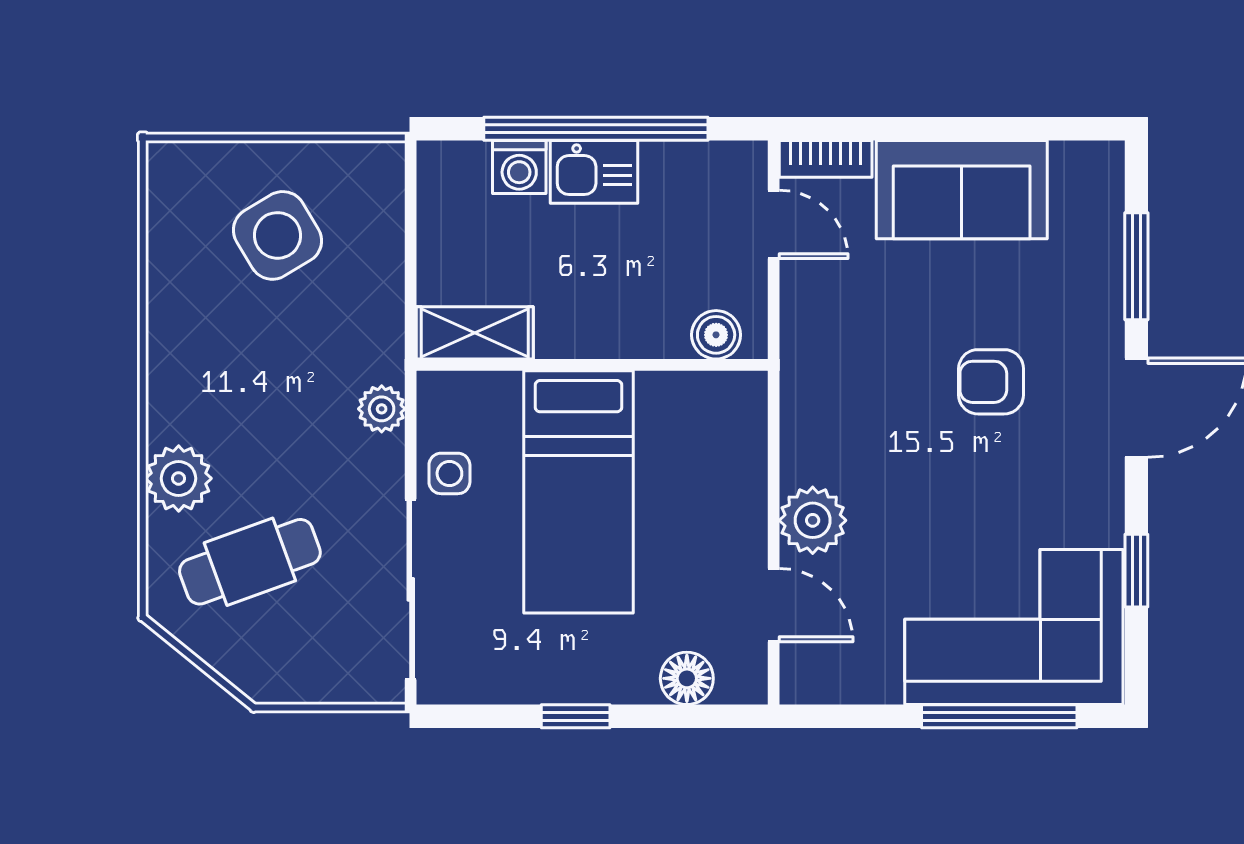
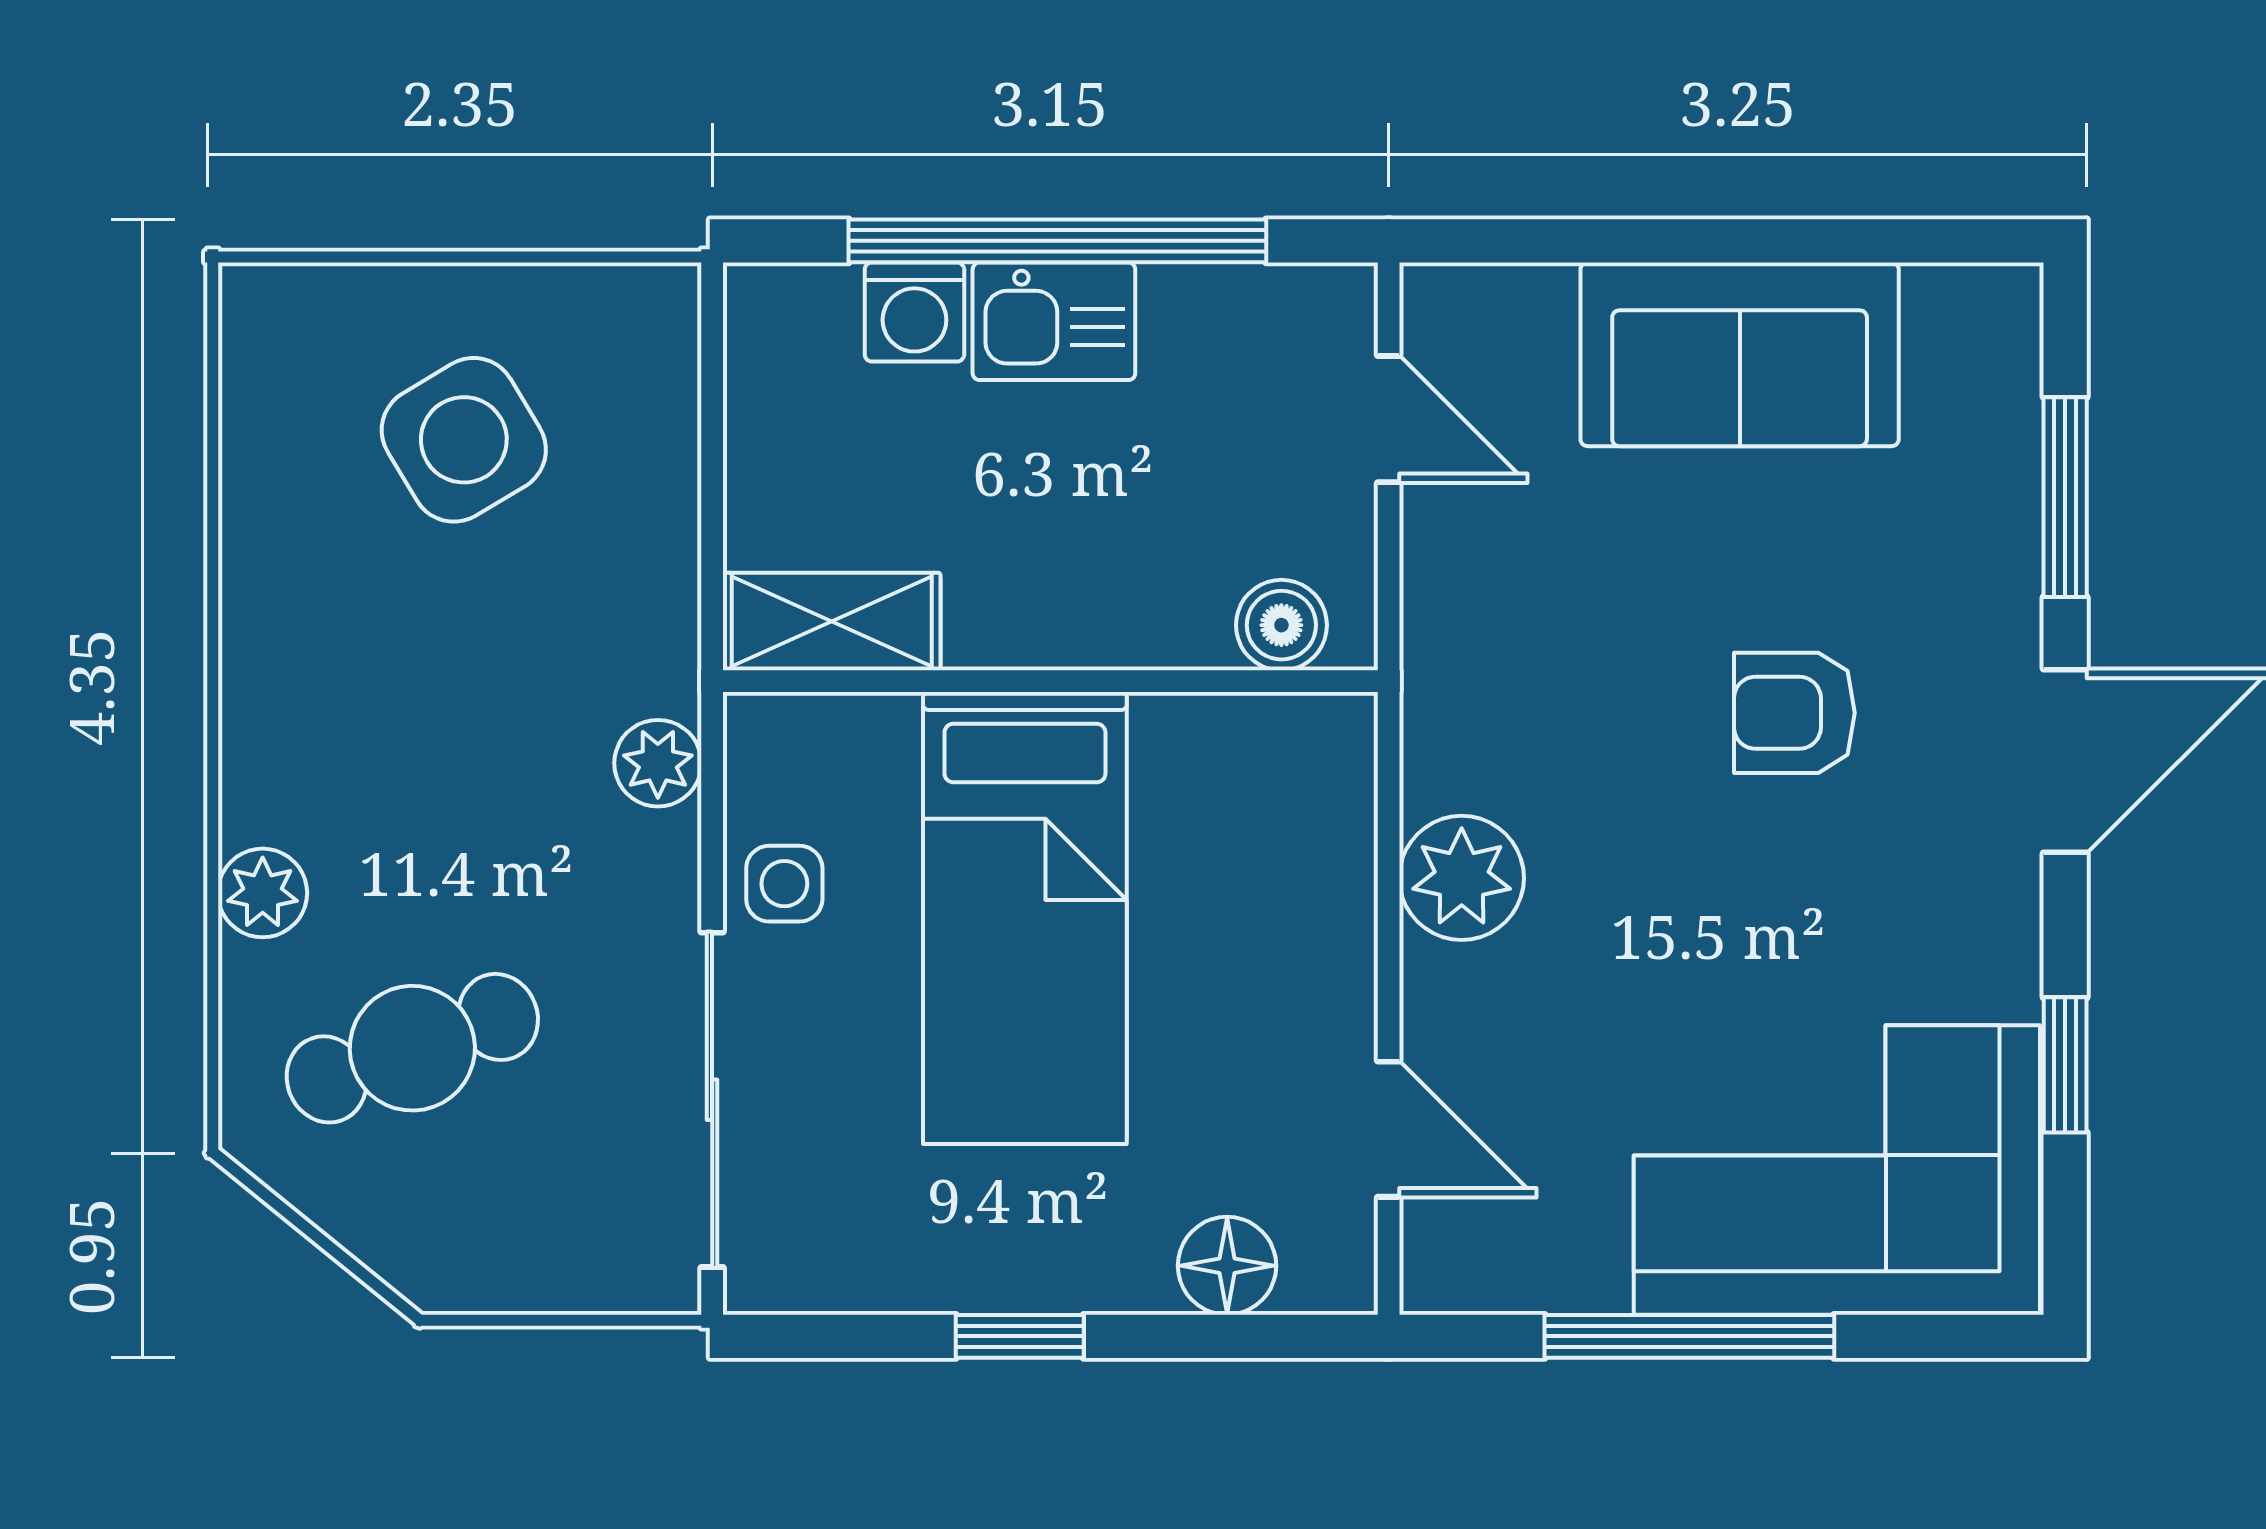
bookcase: (826, 159) -> (1486, 297), removed
plant: (179, 478) -> (263, 893), width x0.73, depth x0.73
plant: (813, 520) -> (1462, 878), moved
window: (999, 716) -> (1689, 1336), moved

